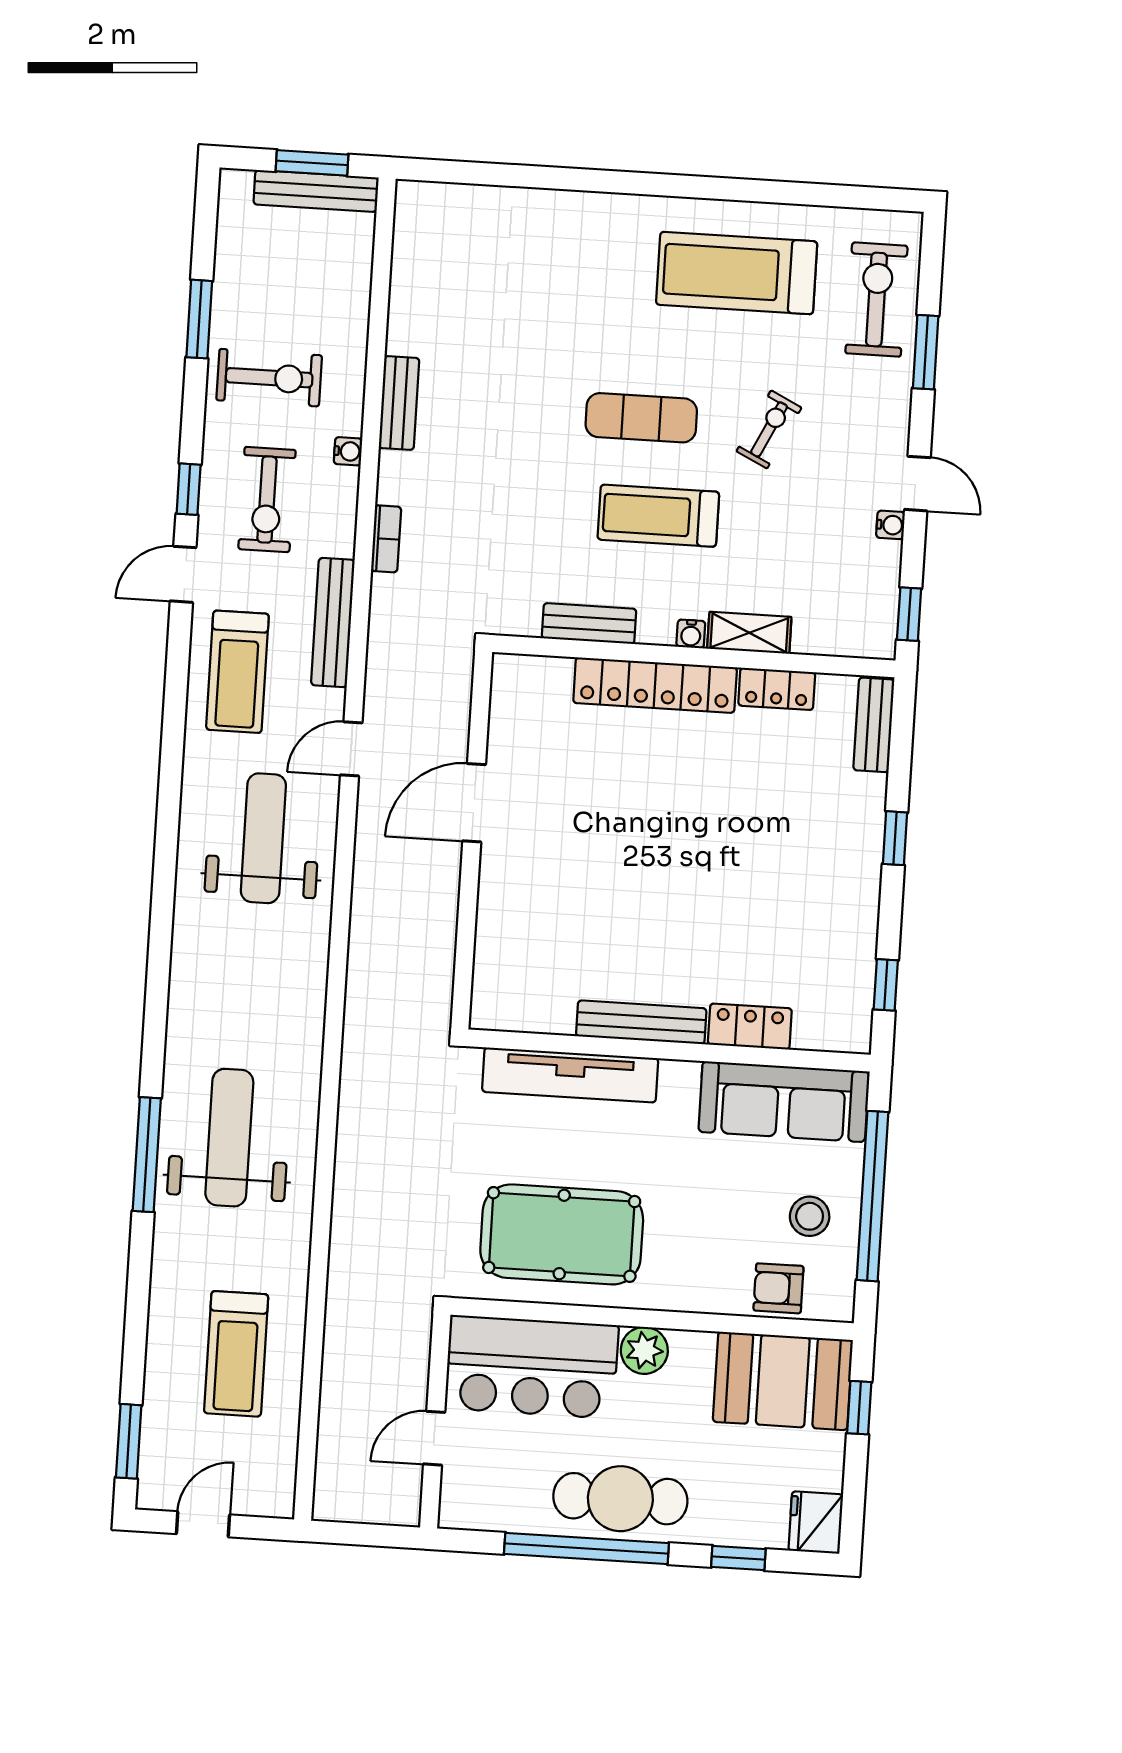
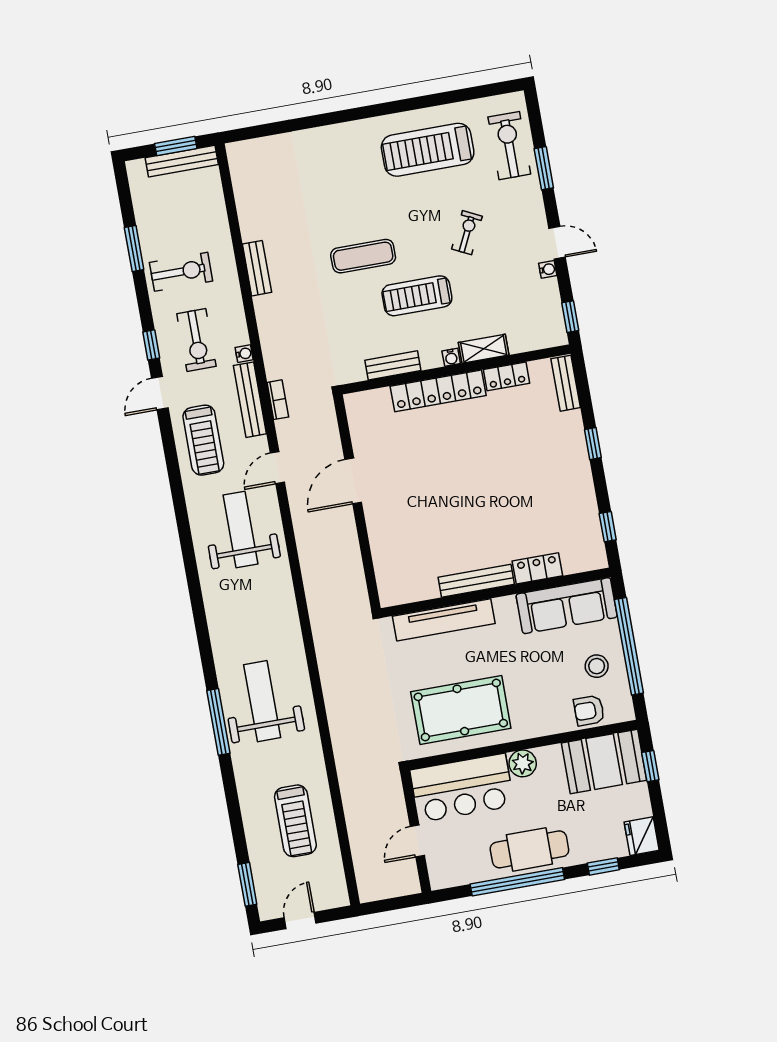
exercise mat: (641, 418) -> (363, 256), moved
water cooler: (348, 451) -> (244, 354), moved
bookcase: (386, 539) -> (278, 400), moved

